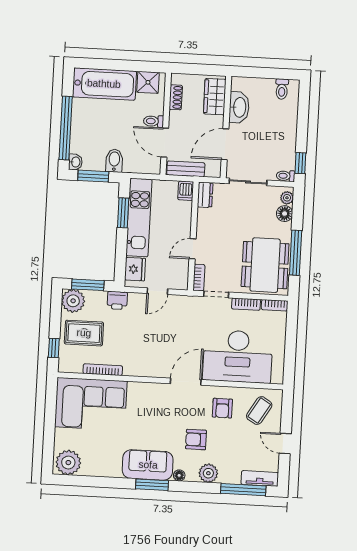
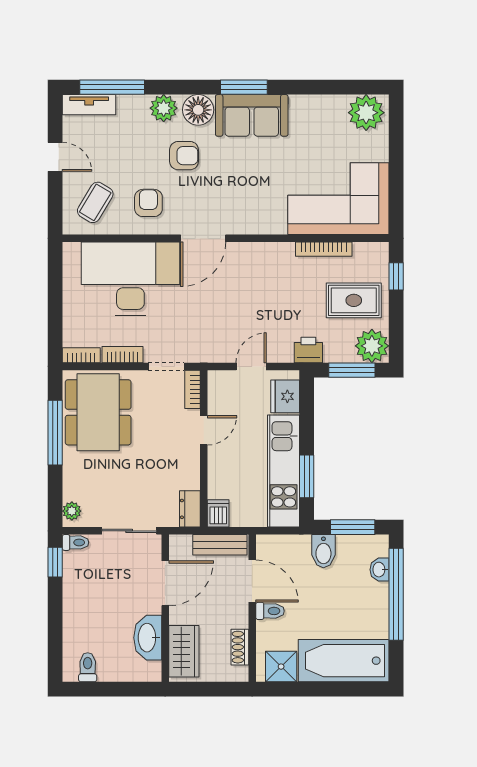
washbasin: (75, 162) -> (379, 570), moved
floor lamp: (285, 214) -> (74, 488), removed
floor lamp: (179, 475) -> (198, 110), width x1.89, depth x1.89

